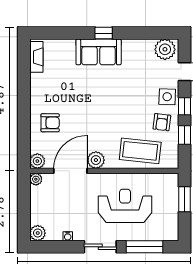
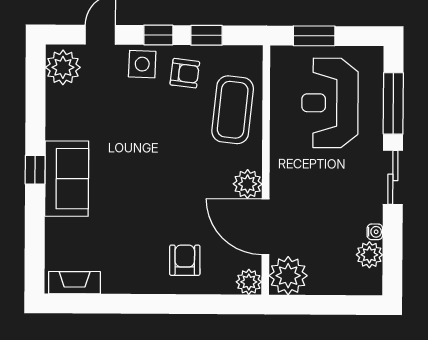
plant: (36, 179) -> (288, 276), width x1.88, depth x1.88
reception desk: (125, 206) -> (330, 103), moved
plant: (38, 233) -> (369, 255), moved

